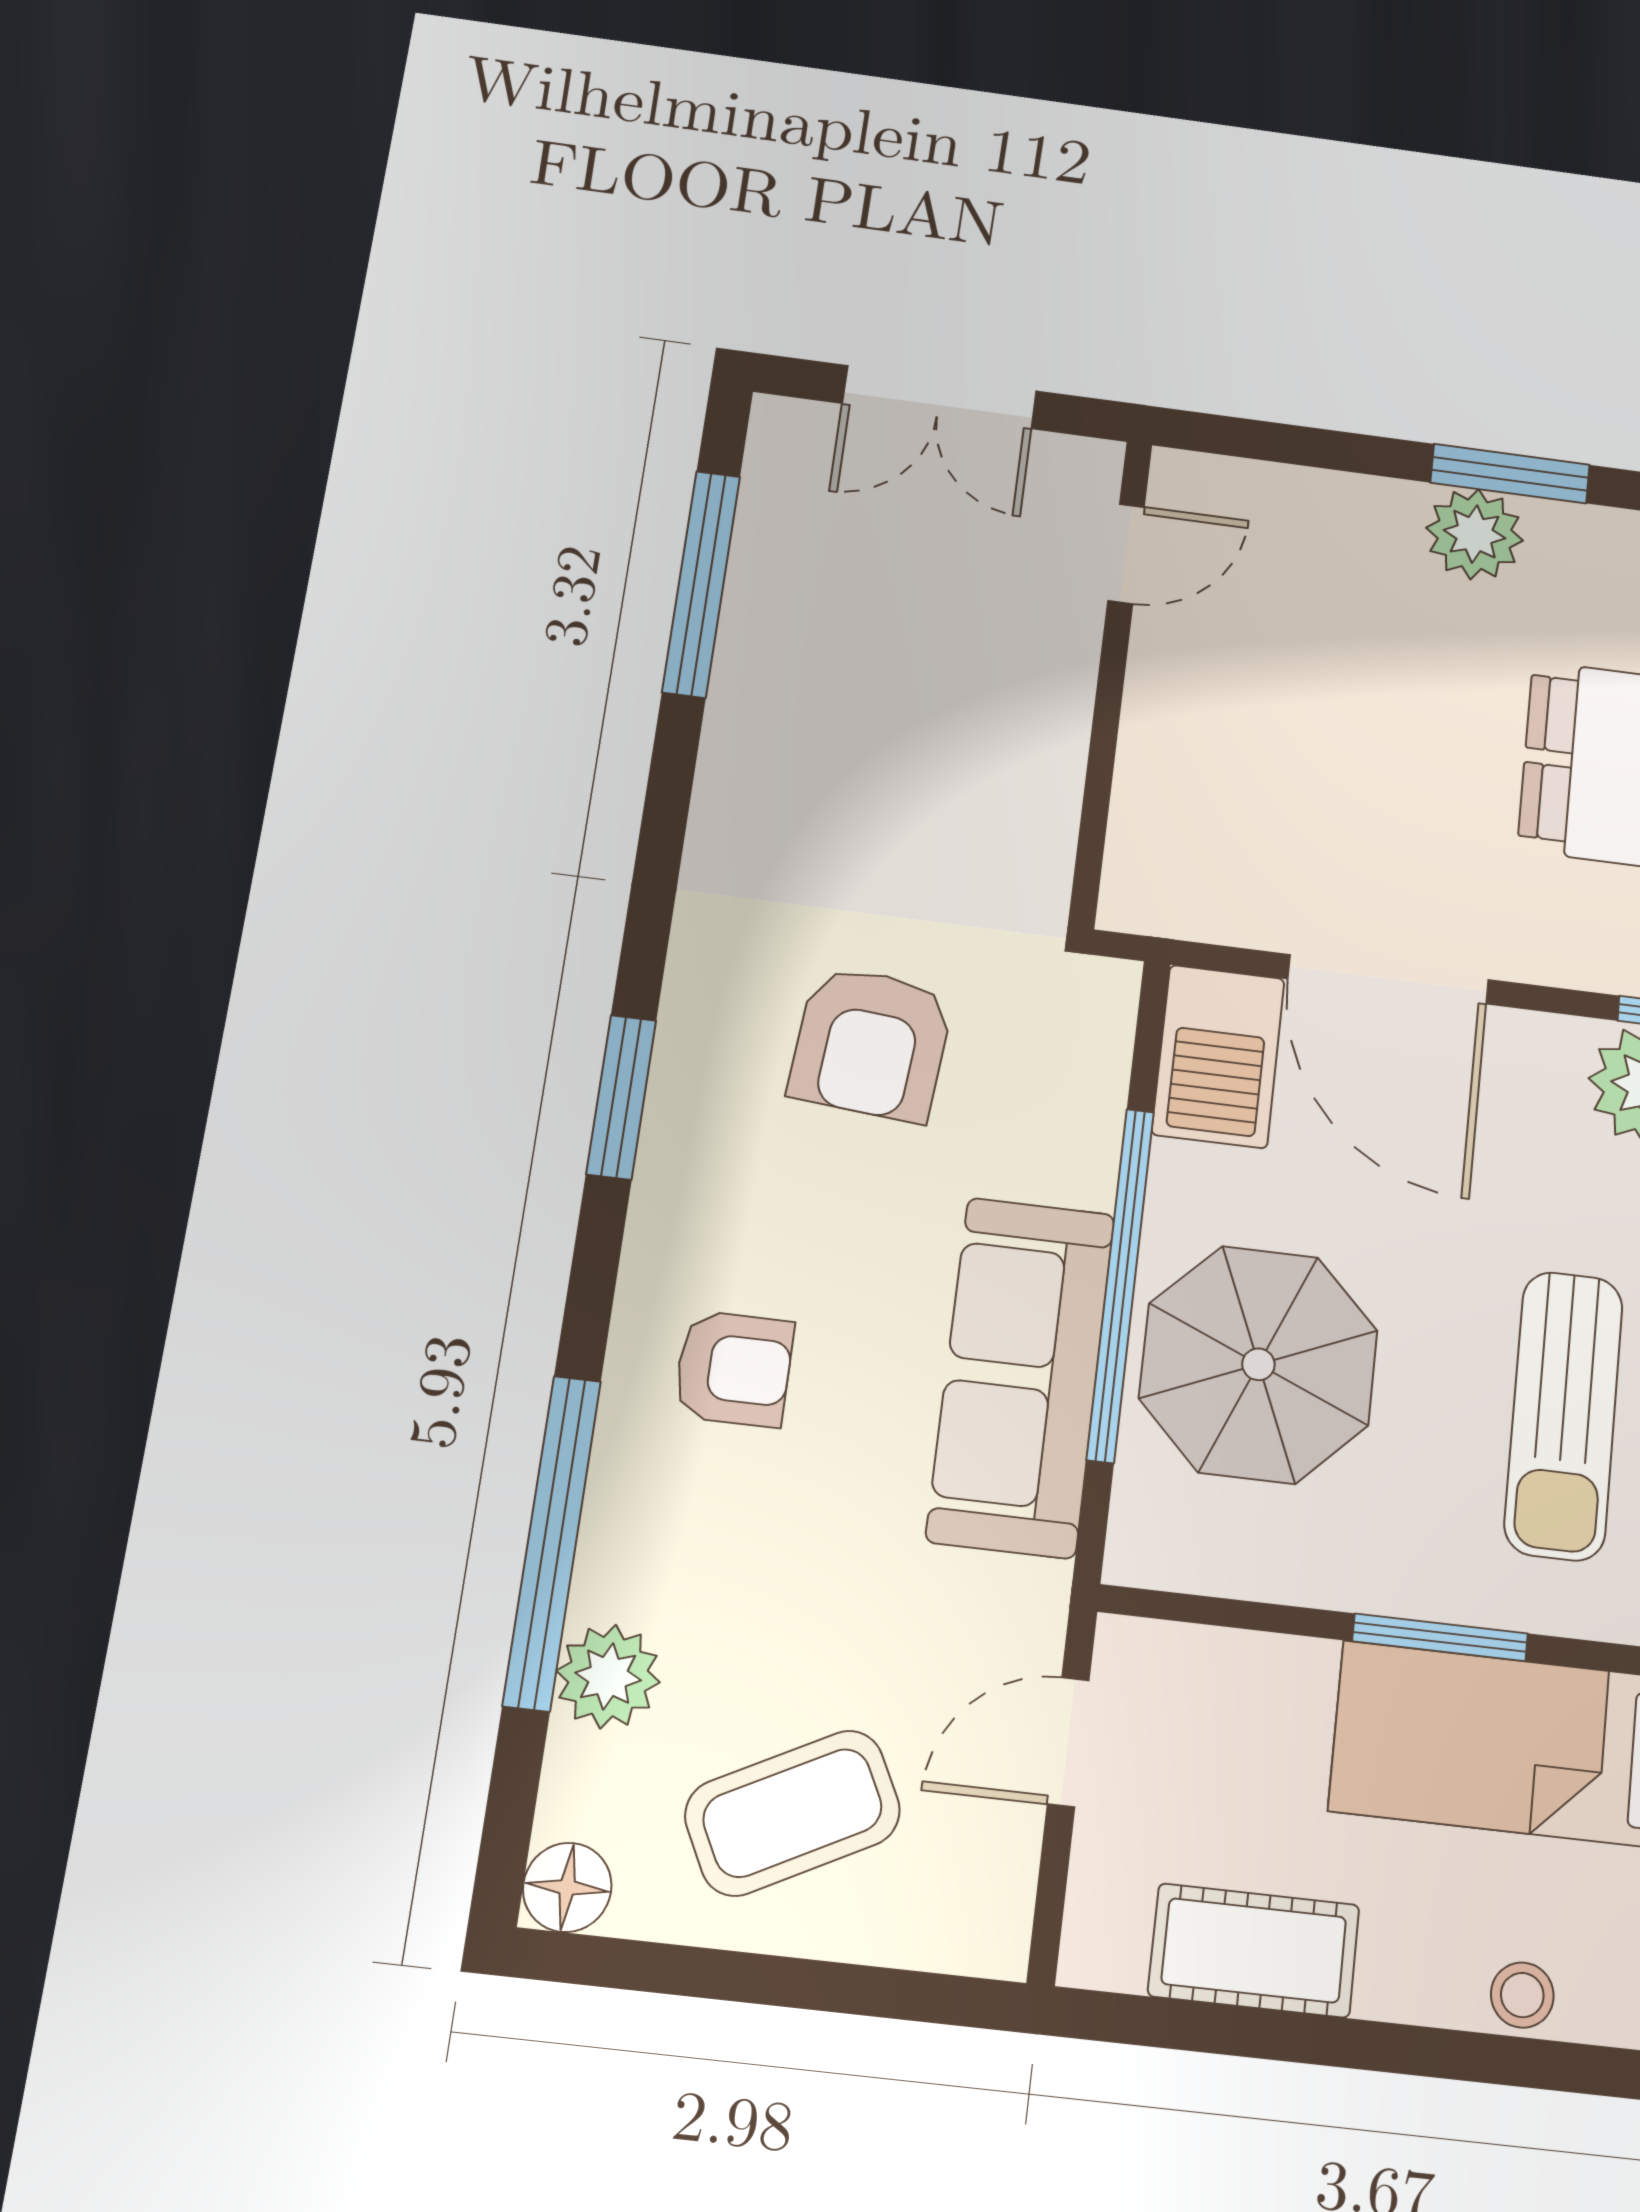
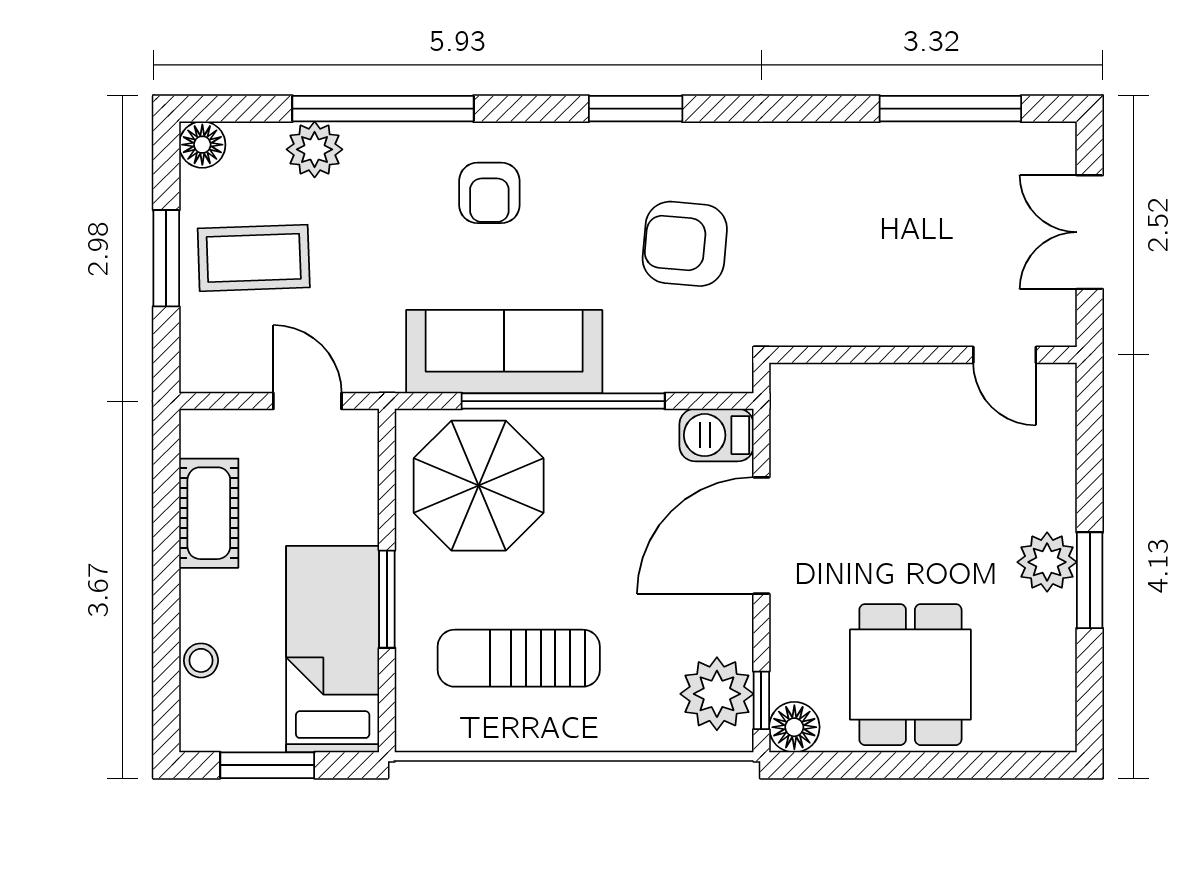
barbecue: (1218, 1056) -> (717, 435), width x0.73, depth x0.79
parasol: (1258, 1364) -> (479, 486), moved
coffee table: (793, 1813) -> (254, 258), turned -65
window: (771, 1980) -> (166, 258), added

